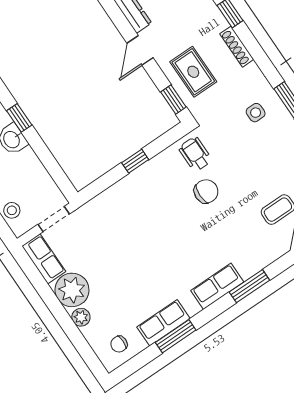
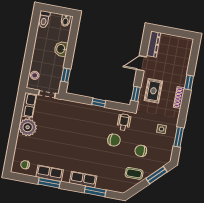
window: (19, 118) -> (66, 75), moved
chair: (257, 170) -> (141, 151), added
plant: (81, 317) -> (21, 141), removed

